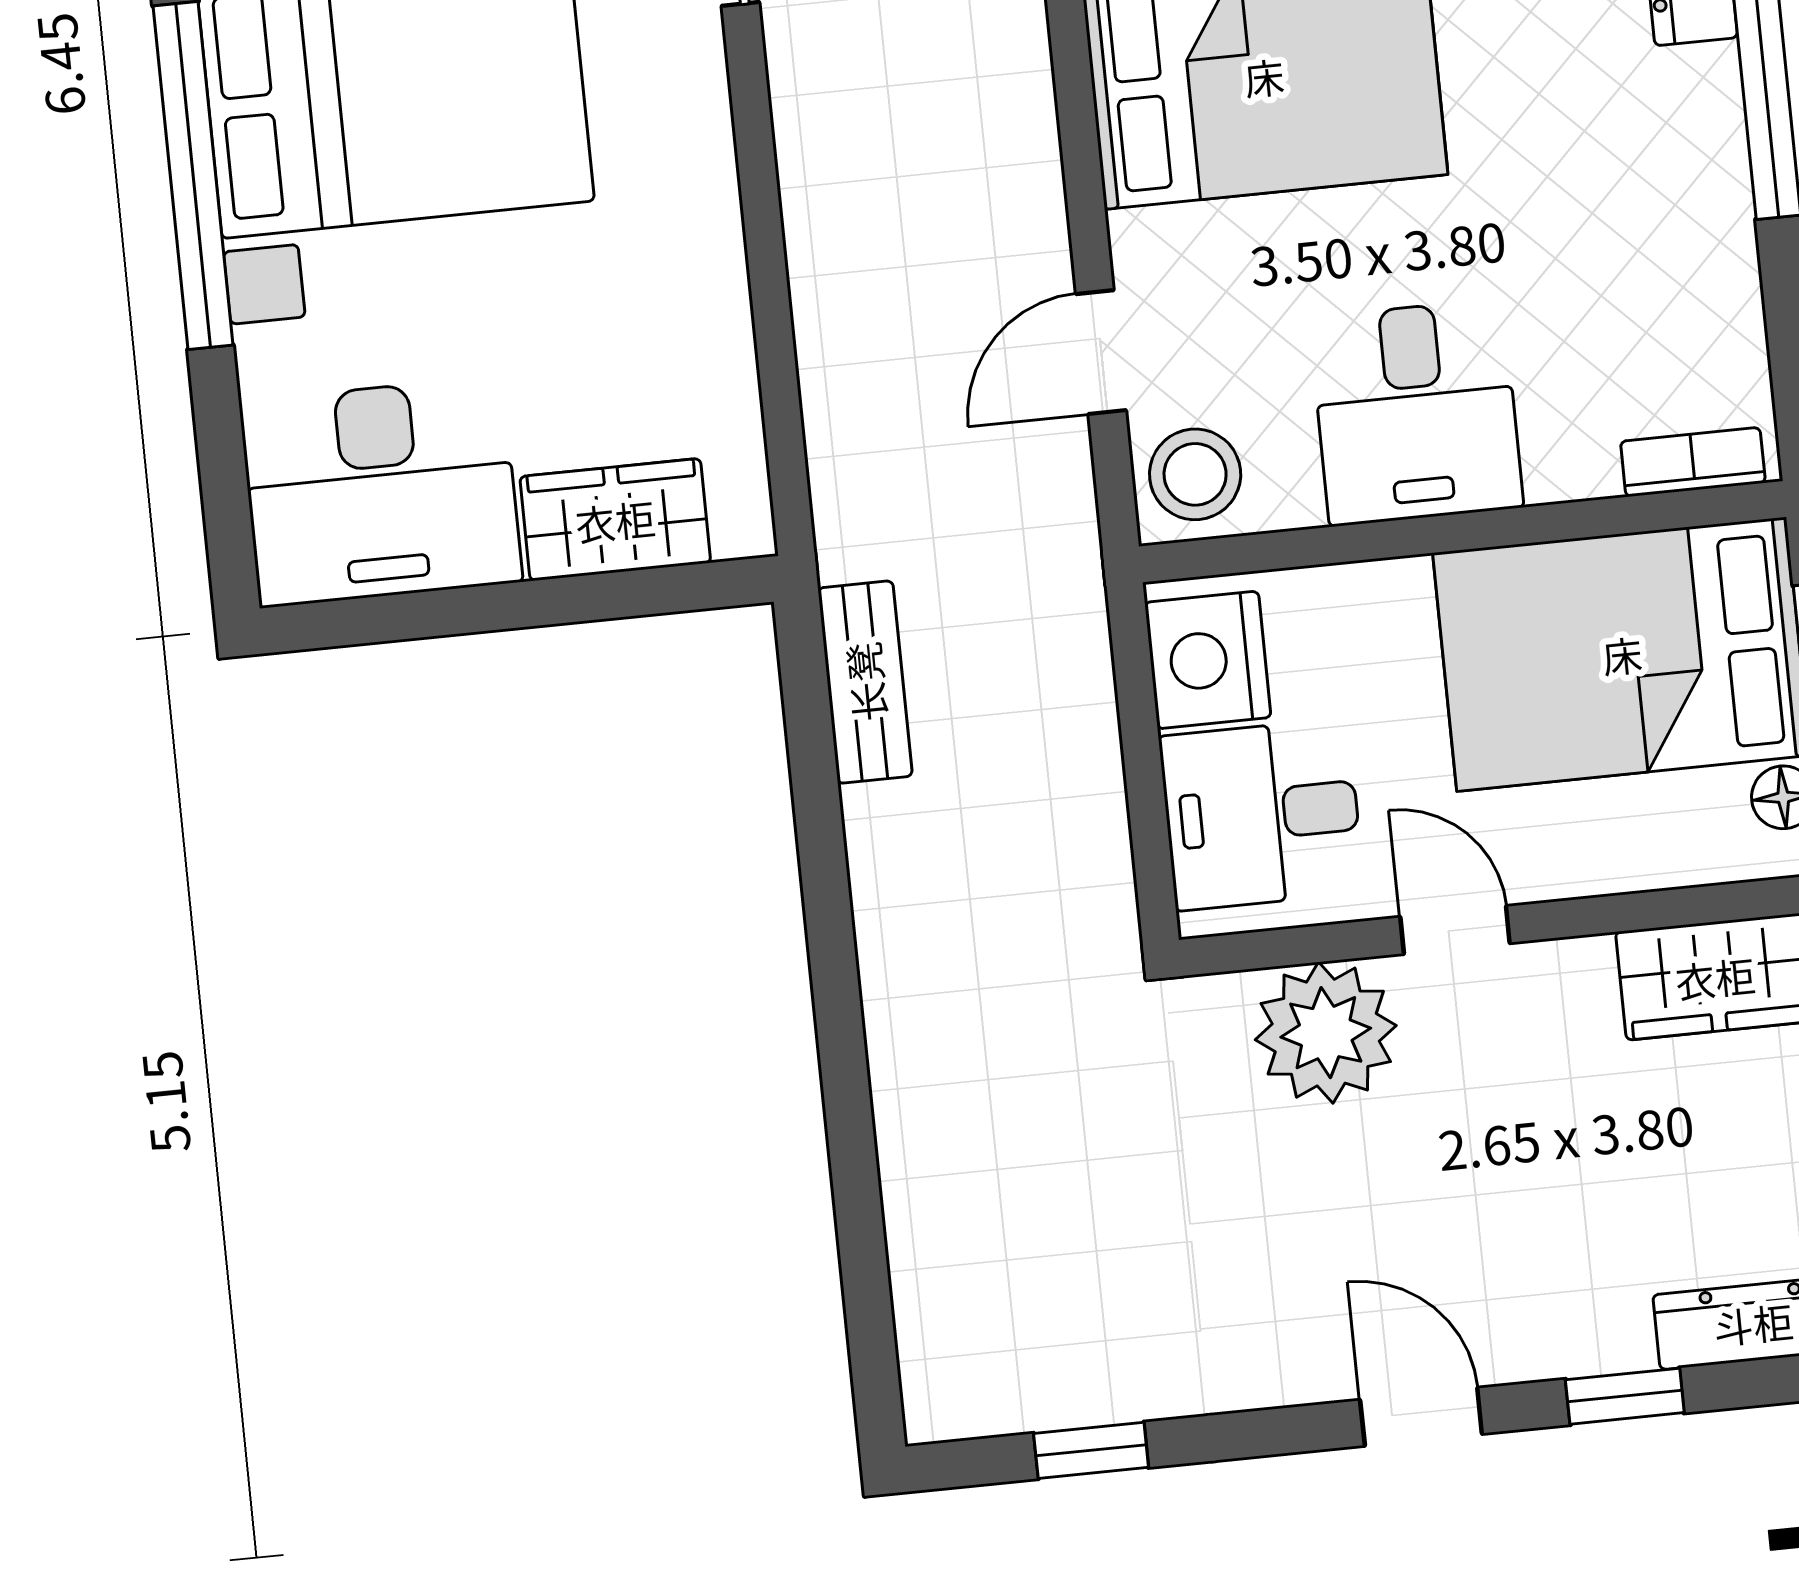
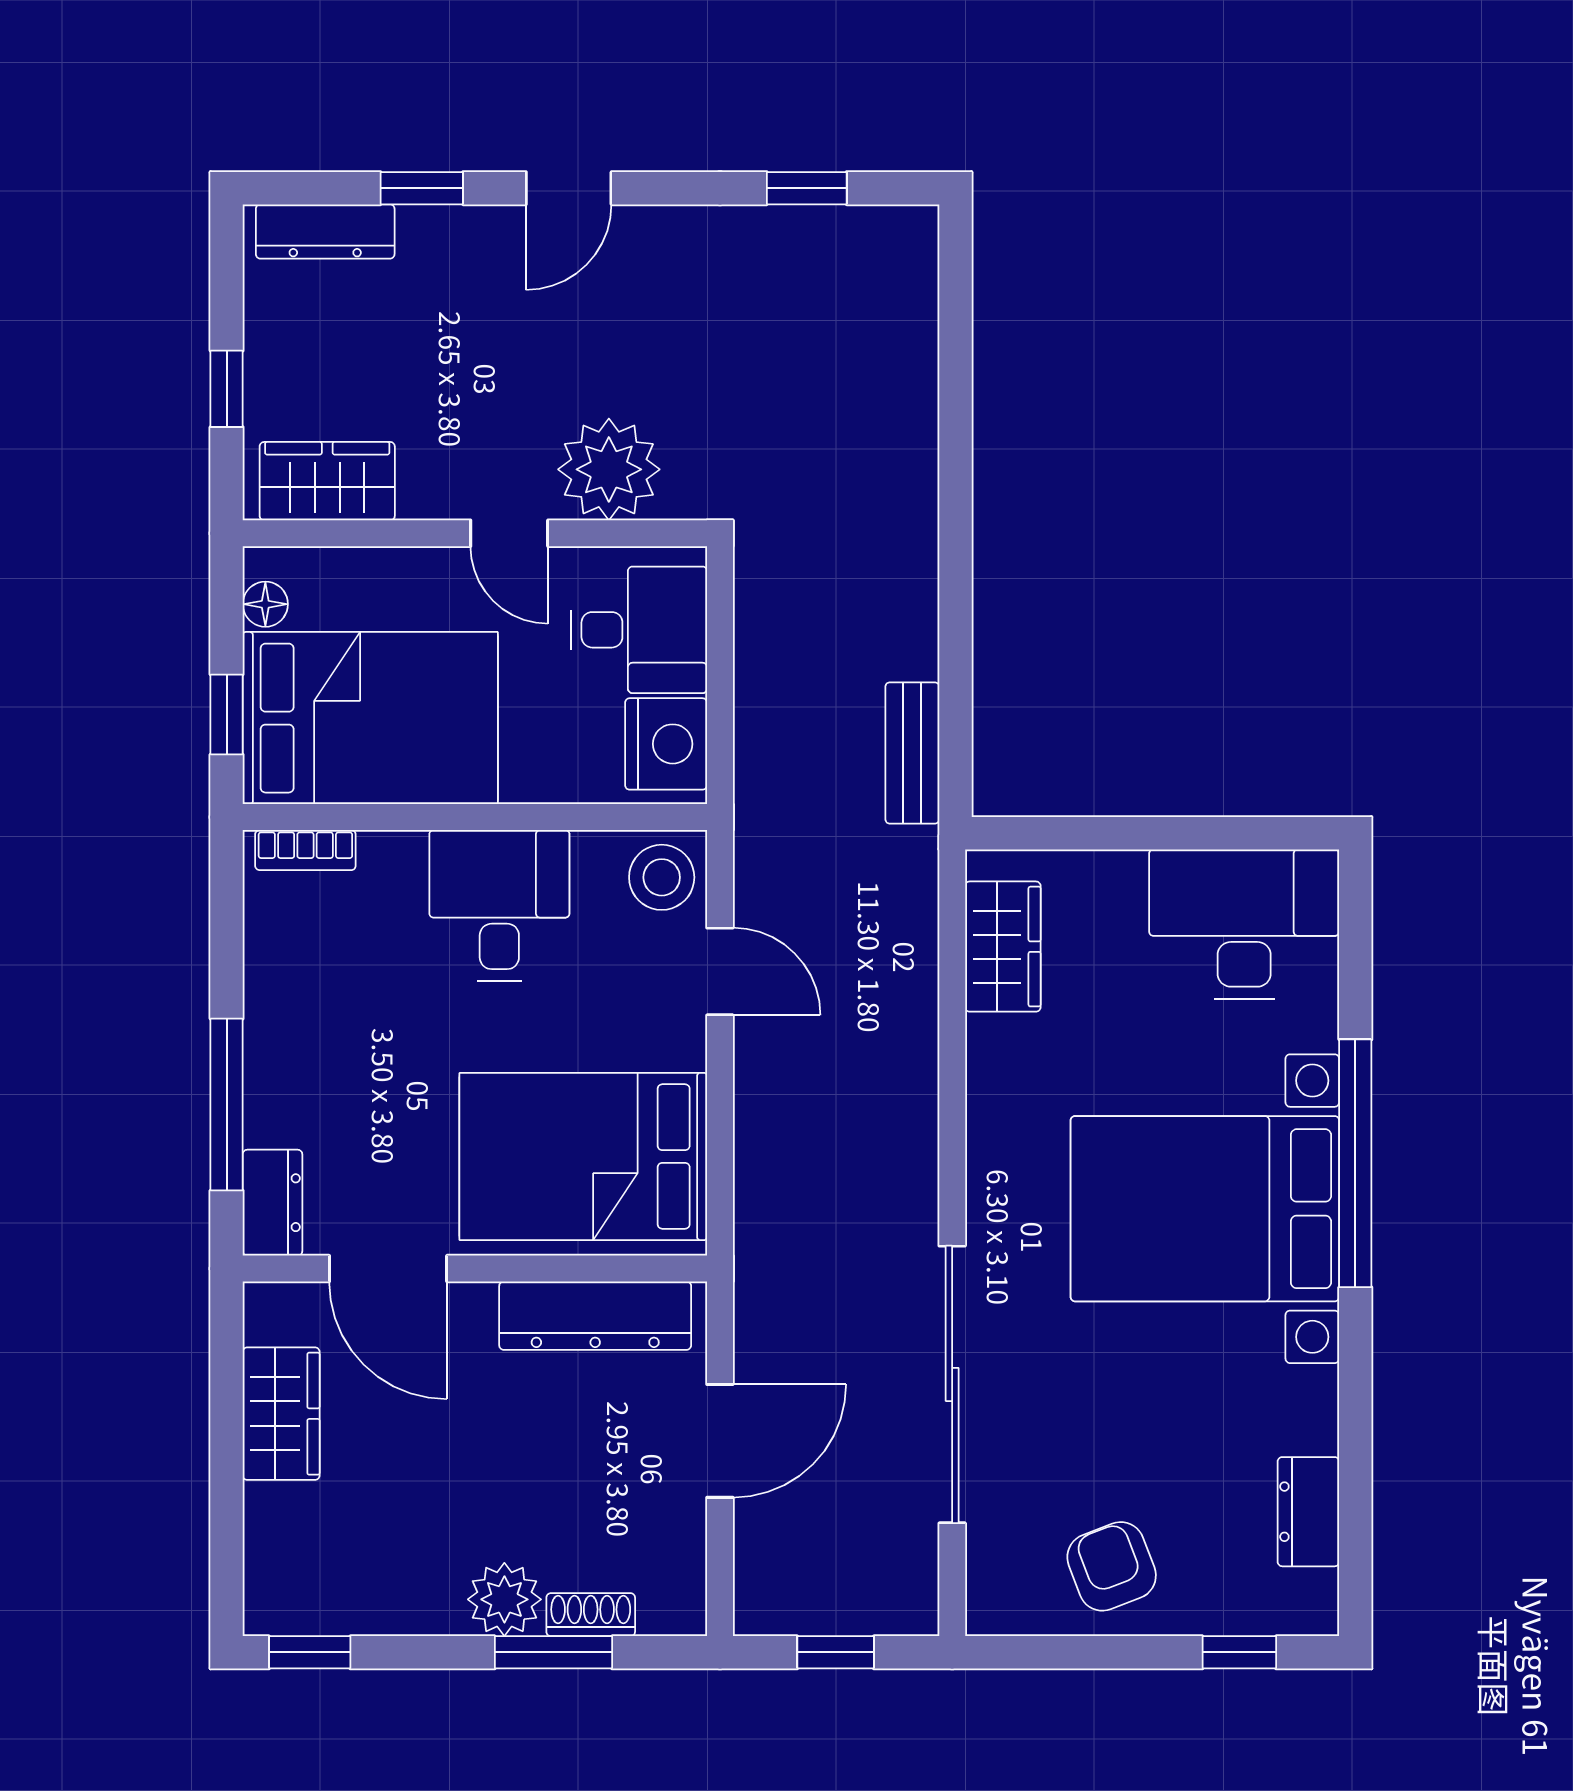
door: (1101, 352) -> (720, 971), hinge flipped
wardrobe: (615, 520) -> (1003, 947), moved, turned -90
door: (1421, 1417) -> (569, 188), hinge flipped

